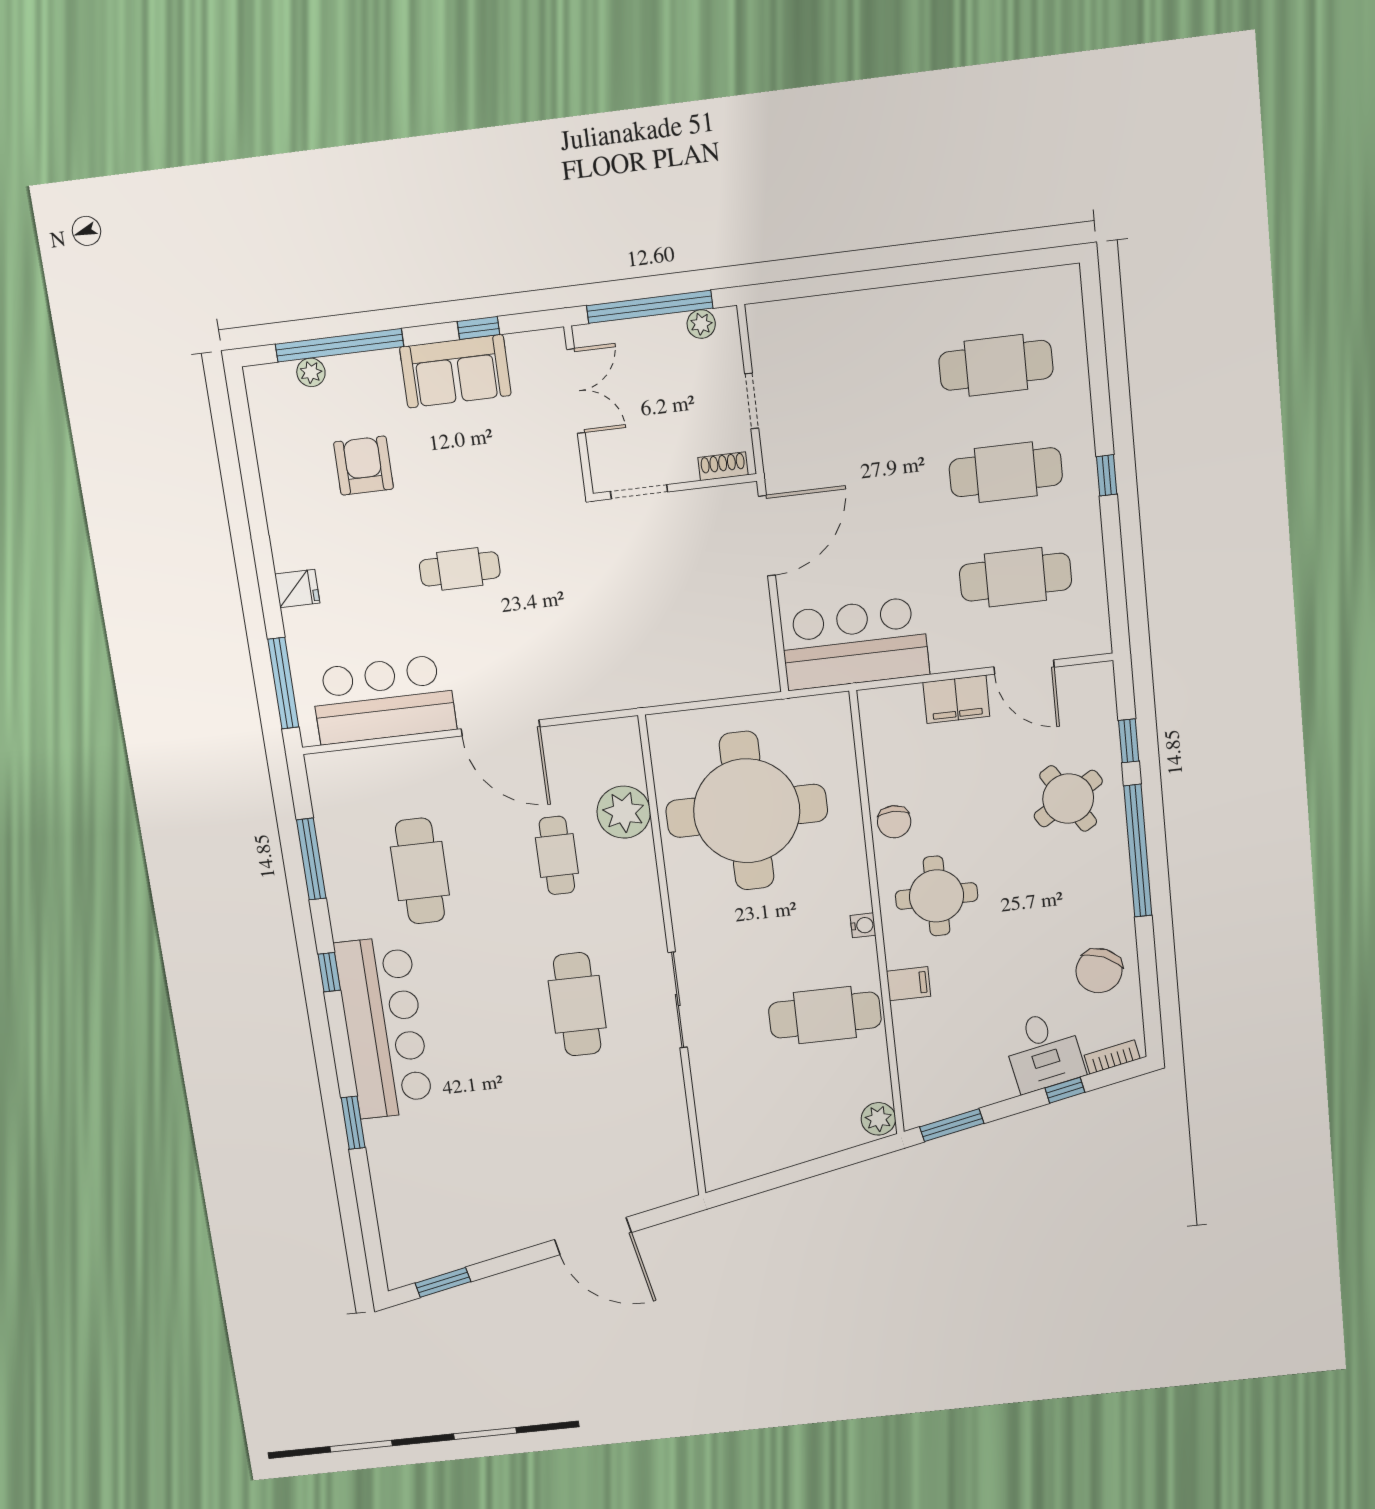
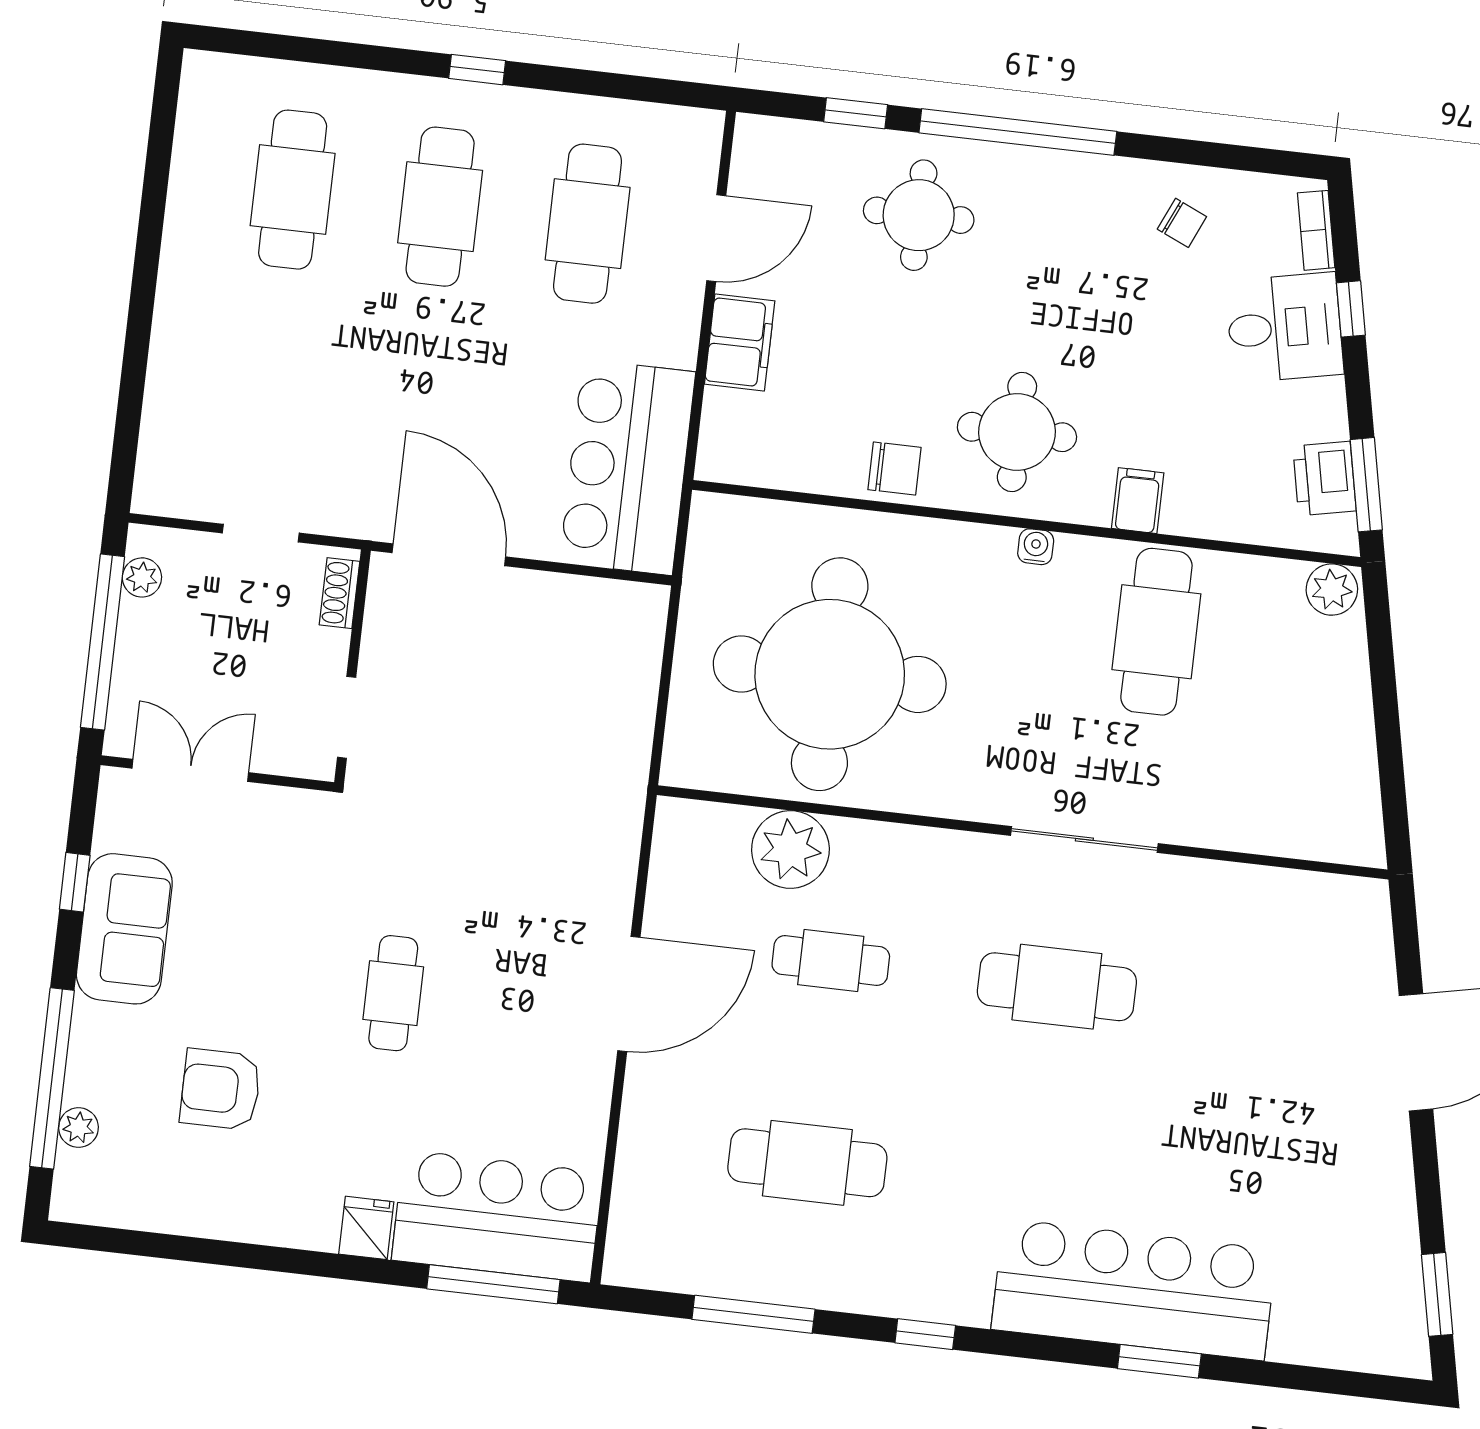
bar counter: (383, 700) -> (497, 1216), moved, turned 90
round table: (1068, 799) -> (919, 215), turned 32
chair: (1099, 971) -> (1182, 223), width x0.54, depth x0.54
bar counter: (384, 1028) -> (1134, 1290), moved
printer: (950, 1098) -> (1324, 478), added

